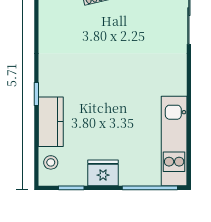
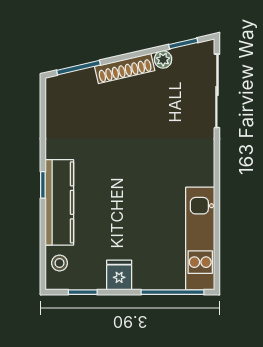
kitchen counter: (51, 122) -> (59, 202), width x1.50
fridge: (103, 173) -> (119, 275), width x0.72

